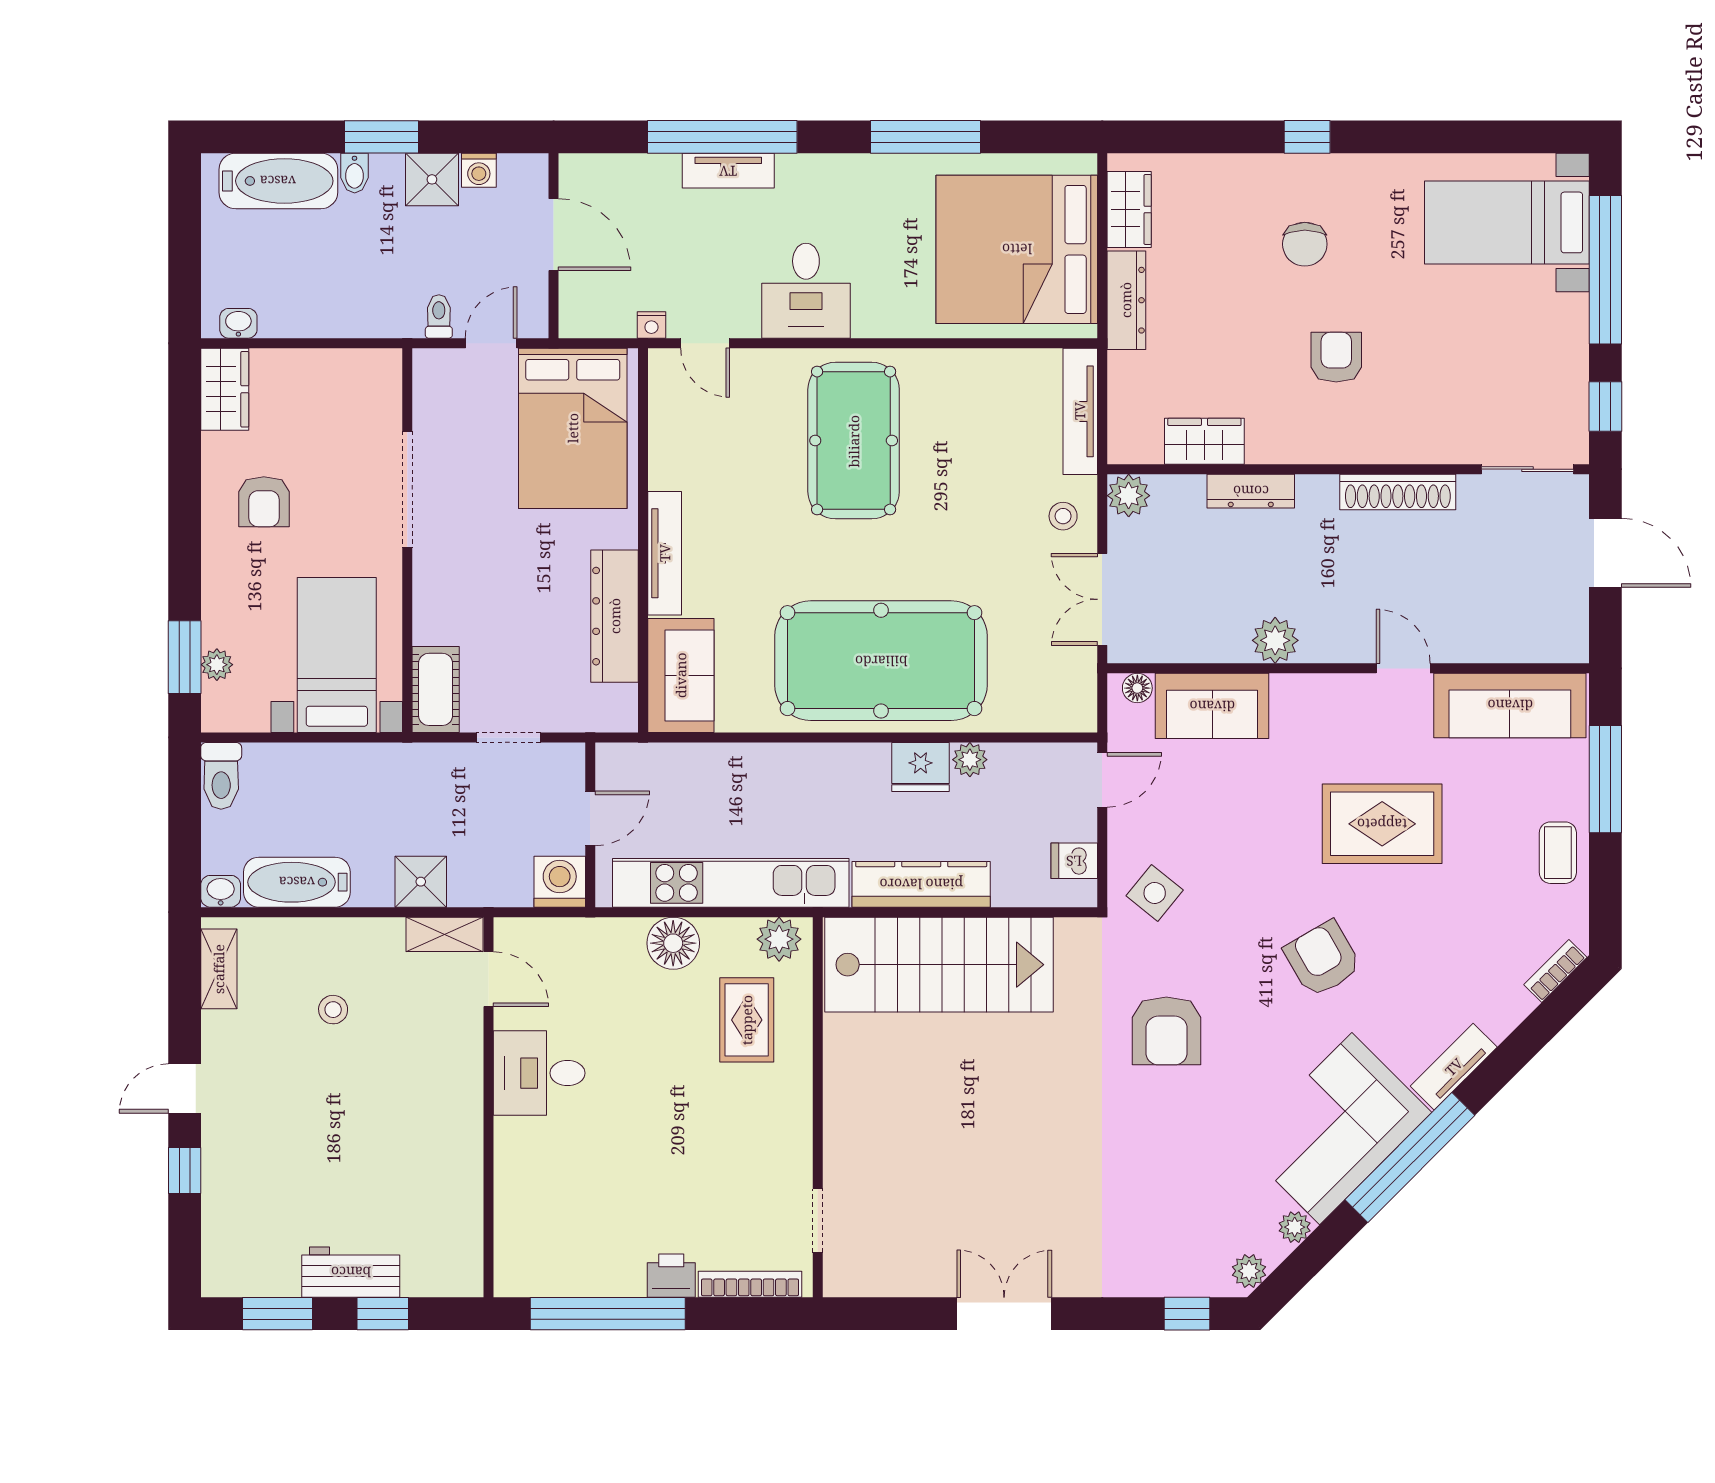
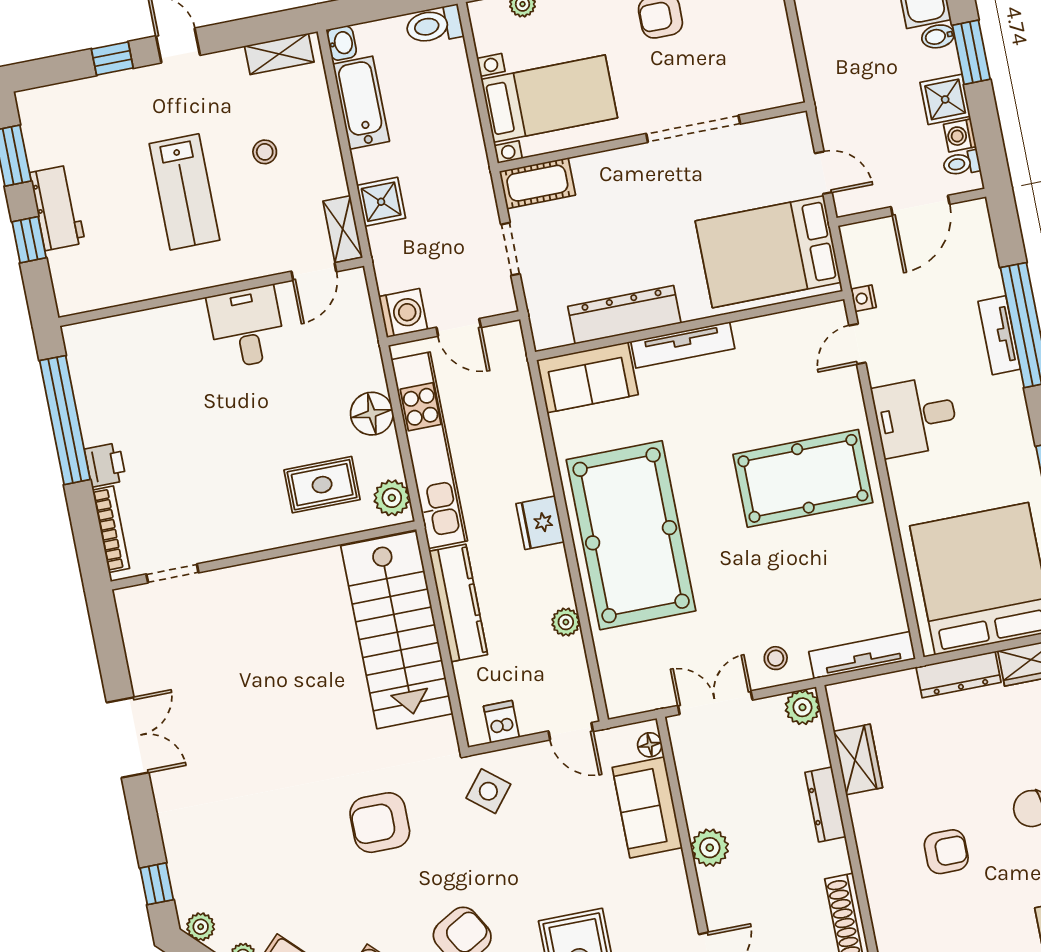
toilet: (439, 316) -> (962, 163), moved, turned 180
fridge: (921, 767) -> (540, 523), moved
lab bench: (362, 1116) -> (185, 192), added

